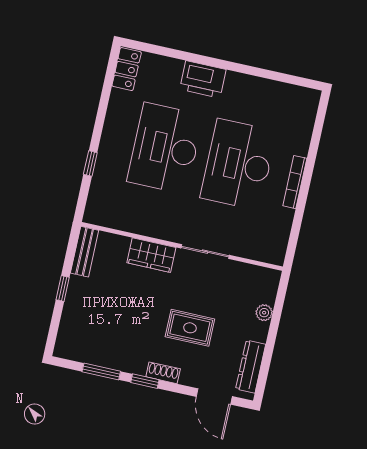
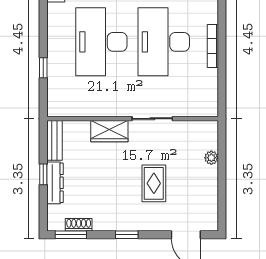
rug: (190, 328) -> (154, 183), turned 90
dresser: (251, 367) -> (55, 183), moved, turned 180
window: (101, 371) -> (71, 235), moved
shoe rack: (163, 373) -> (79, 225), moved

